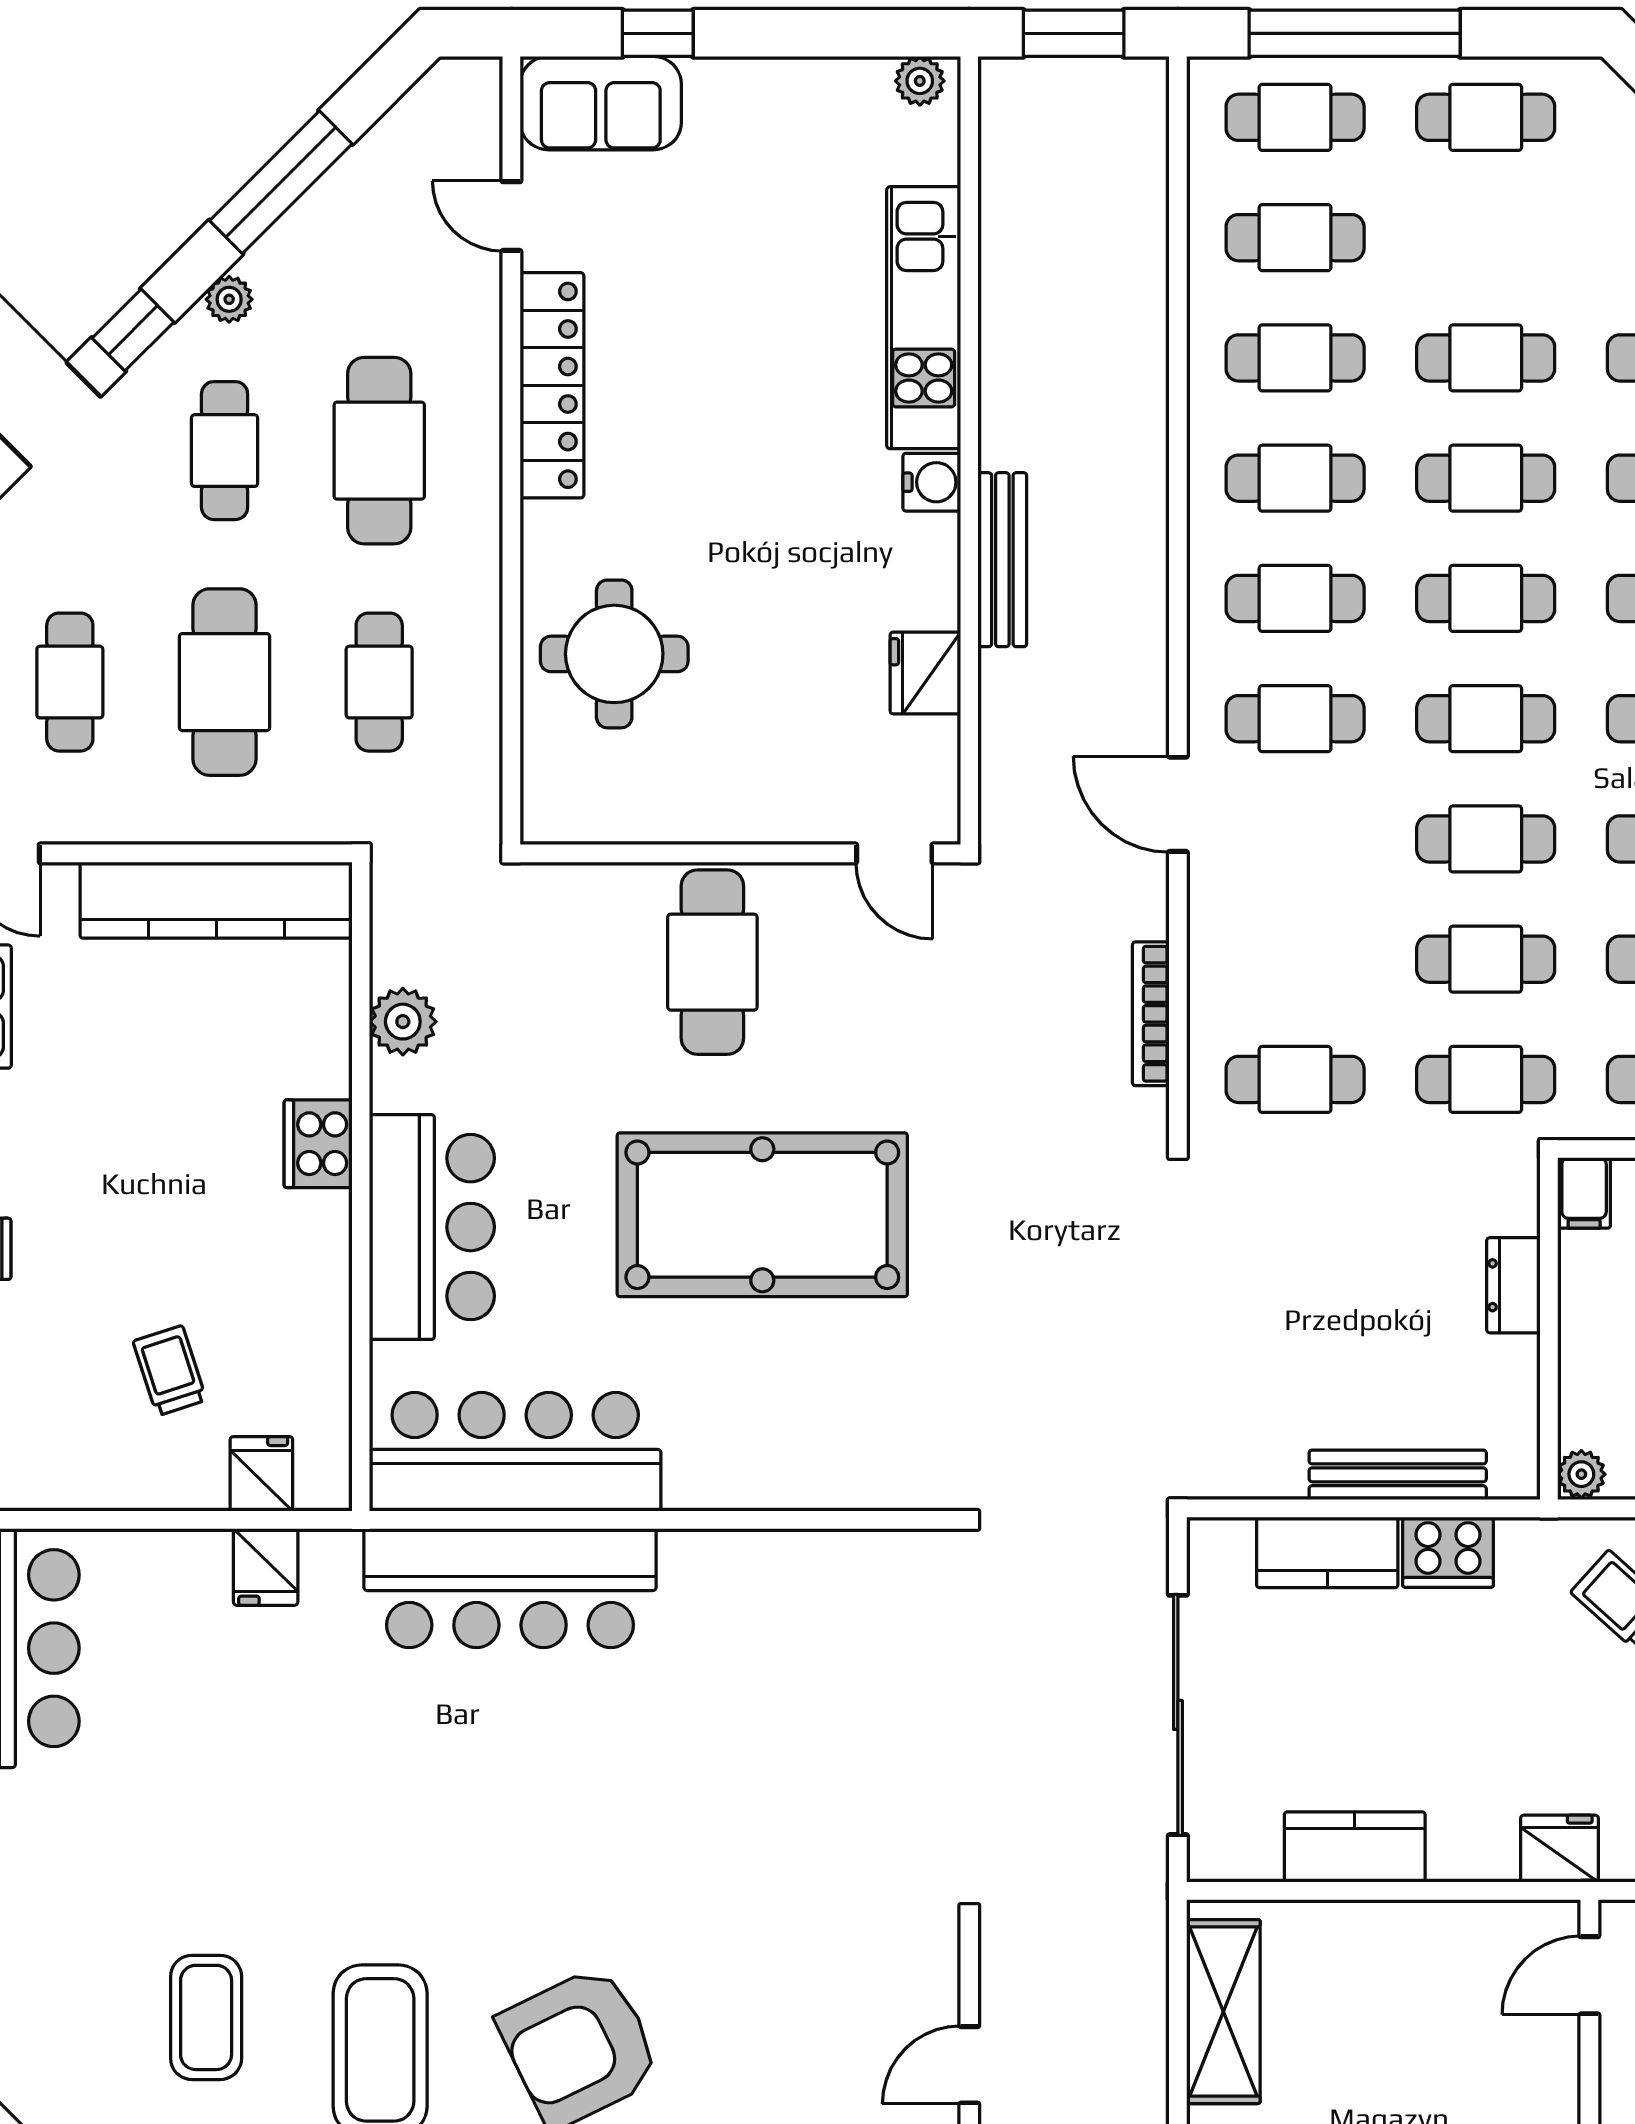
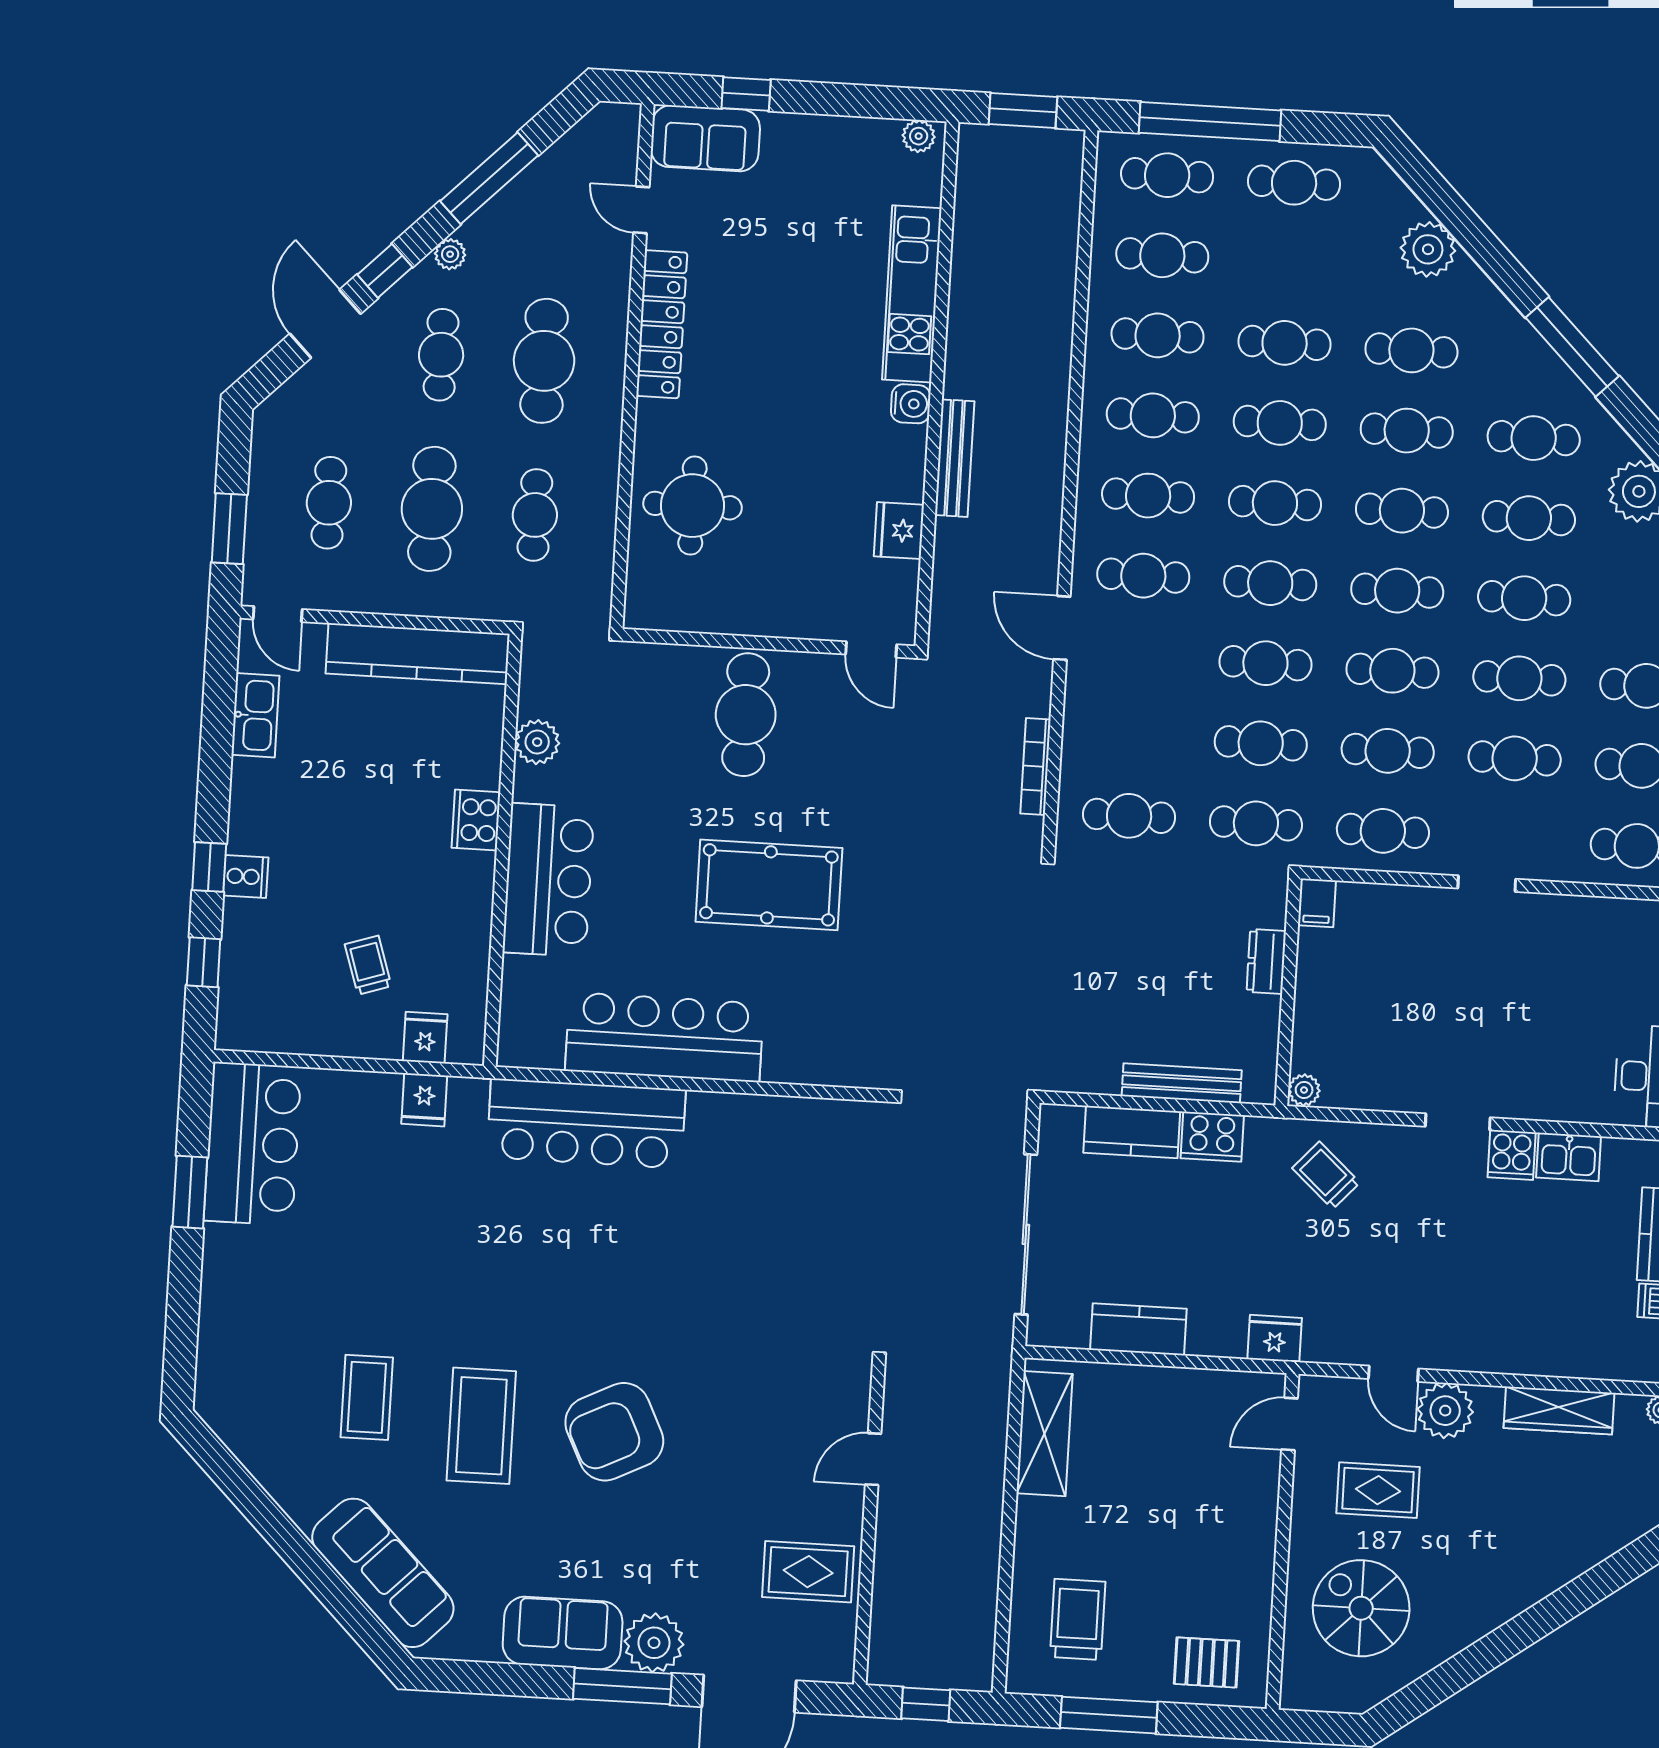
pool table: (762, 1215) -> (769, 885), width x0.73, depth x0.76
bar counter: (515, 1452) -> (664, 1037), moved

